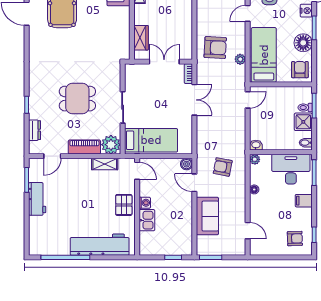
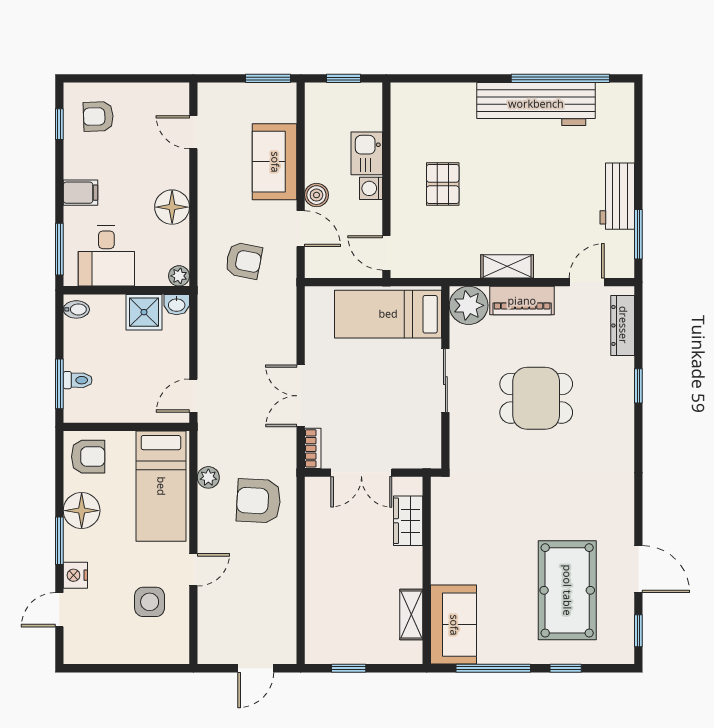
armchair: (300, 70) -> (88, 457), turned -90
shower: (303, 122) -> (144, 312), moved
dresser: (34, 130) -> (623, 325), width x1.44
shelving: (105, 164) -> (507, 266), moved
boiler: (187, 164) -> (316, 195), moved
desk: (291, 169) -> (106, 256), width x0.73
door: (137, 171) -> (386, 253), moved
floor lamp: (254, 189) -> (172, 207), width x1.89, depth x1.89
washing machine: (145, 203) -> (371, 188), moved
wall: (137, 207) -> (386, 180), moved
kitchen sink: (147, 220) -> (367, 153), moved
workbench: (100, 245) -> (536, 104), moved

